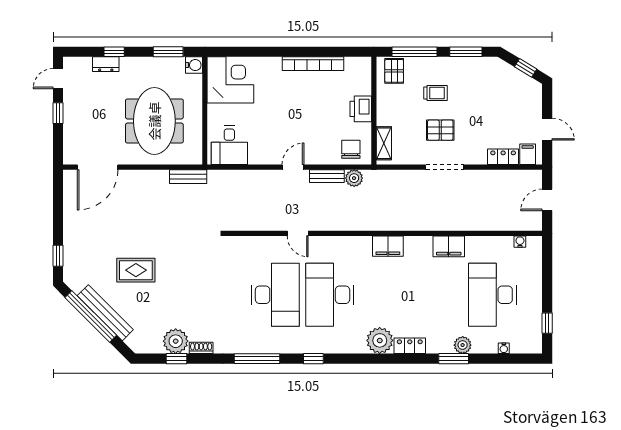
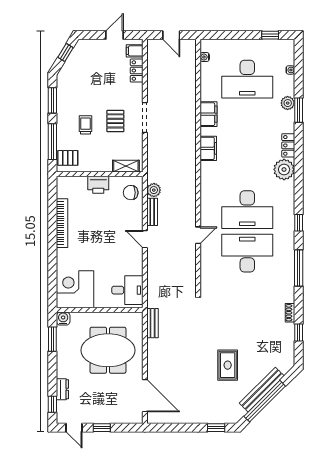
window: (114, 52) -> (52, 404), moved
filing cabinet: (388, 246) -> (208, 148), moved
plant: (176, 341) -> (285, 333), removed

